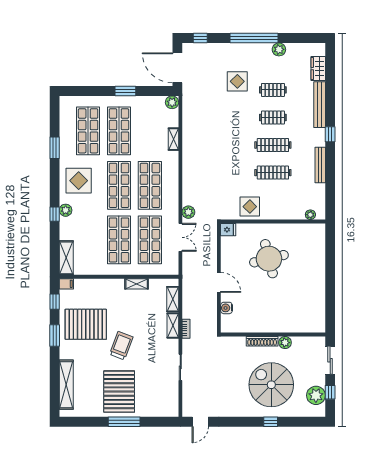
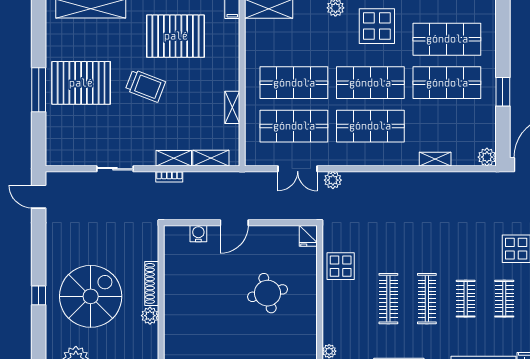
round table: (269, 259) -> (267, 293), width x0.73, depth x0.73
pallet: (86, 324) -> (176, 36), turned 90

